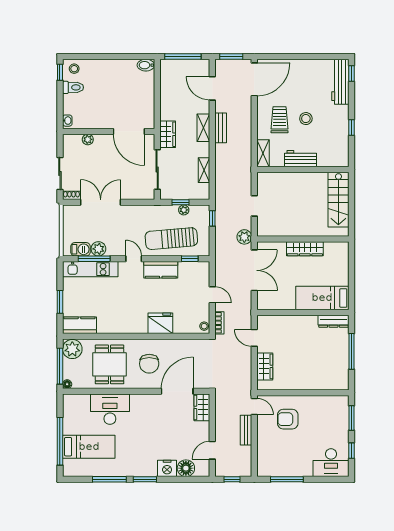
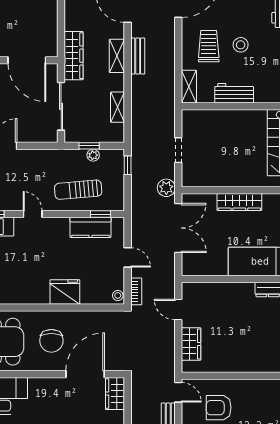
wardrobe: (168, 134) -> (74, 56), width x1.50
sun lounger: (171, 239) -> (78, 190), width x0.73, depth x0.75
kitchen counter: (161, 270) -> (91, 227), moved

